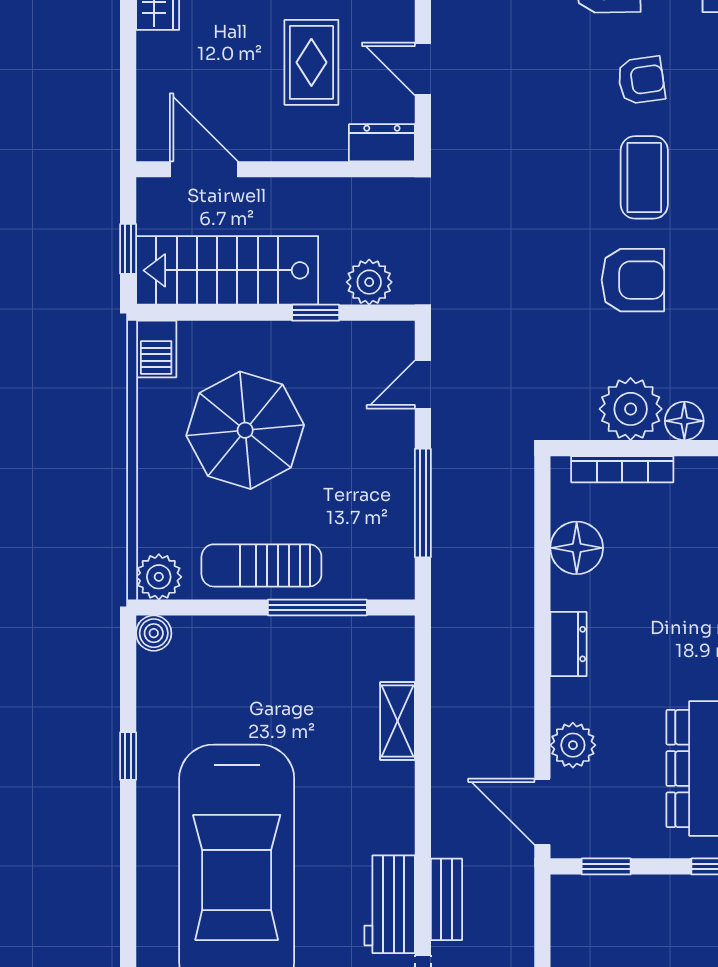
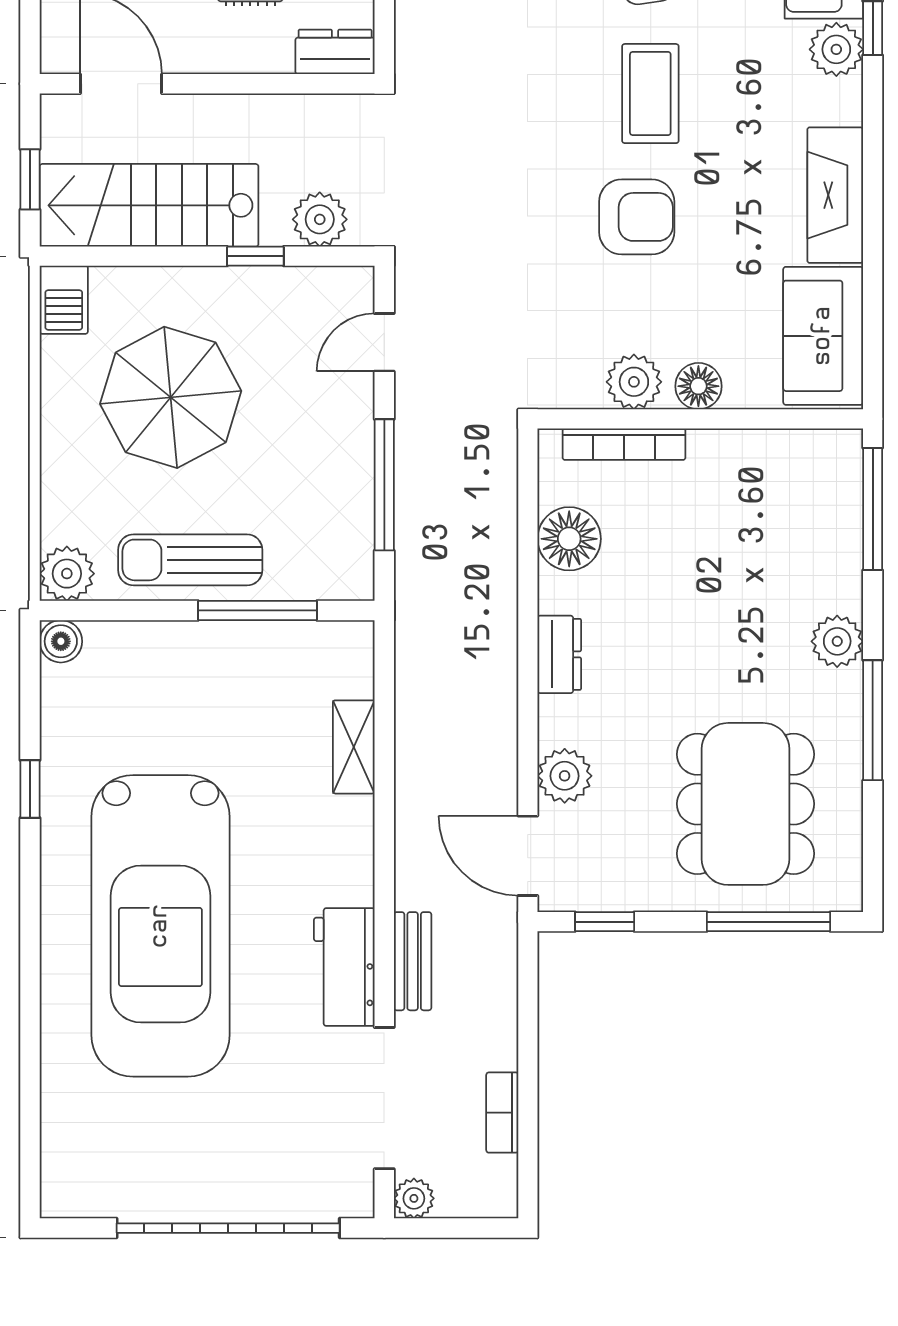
plant: (631, 409) -> (634, 382), width x0.73, depth x0.73

